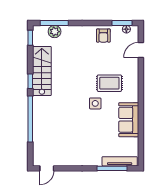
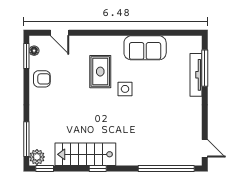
plant: (55, 32) -> (37, 157), moved
window: (30, 119) -> (166, 169), moved
tv unit: (120, 161) -> (196, 75), moved

